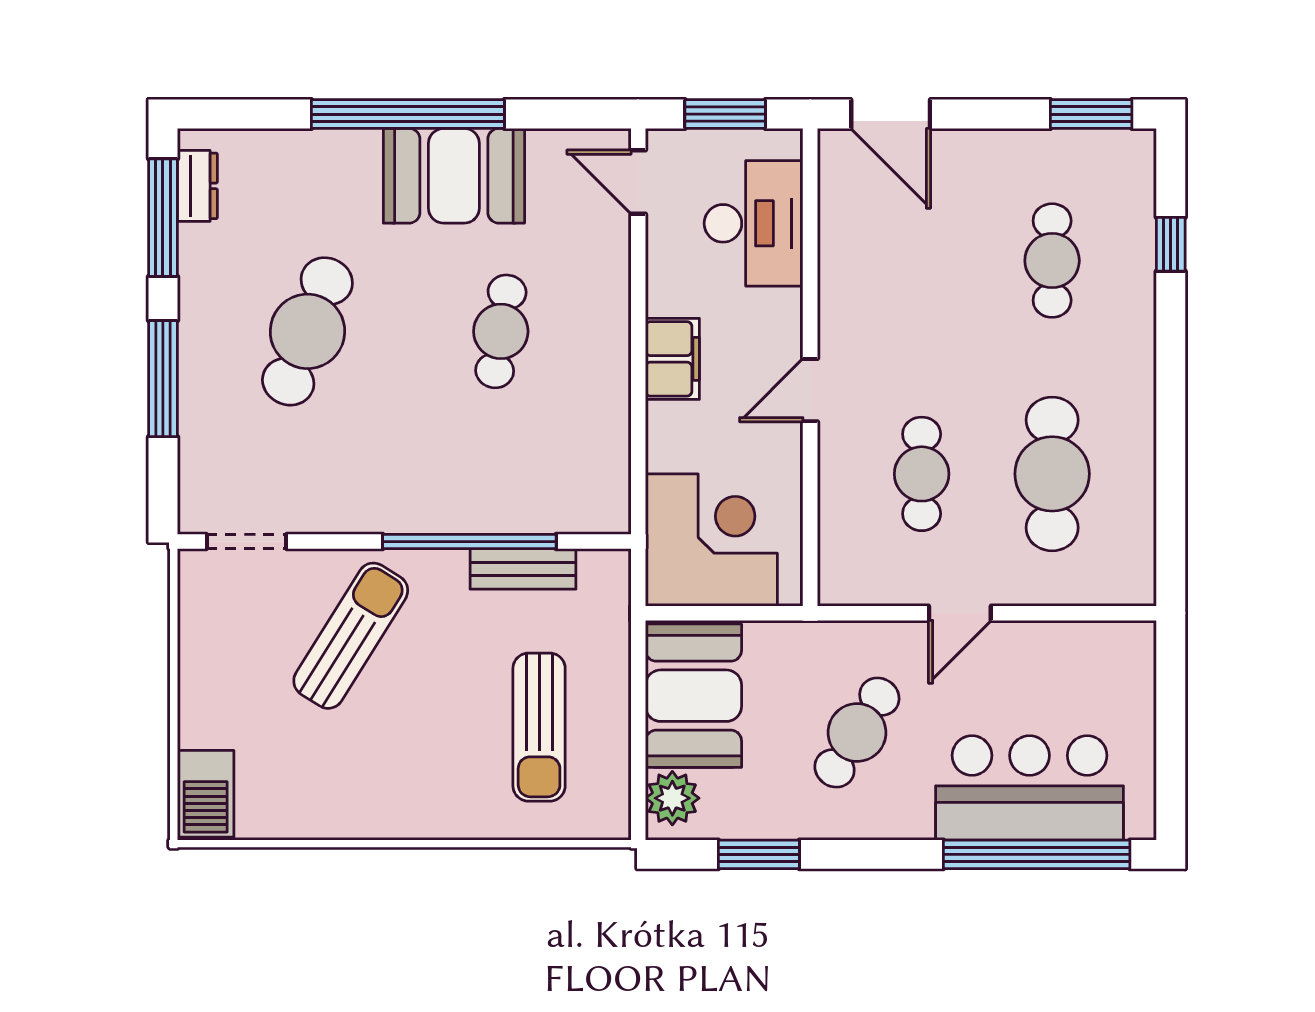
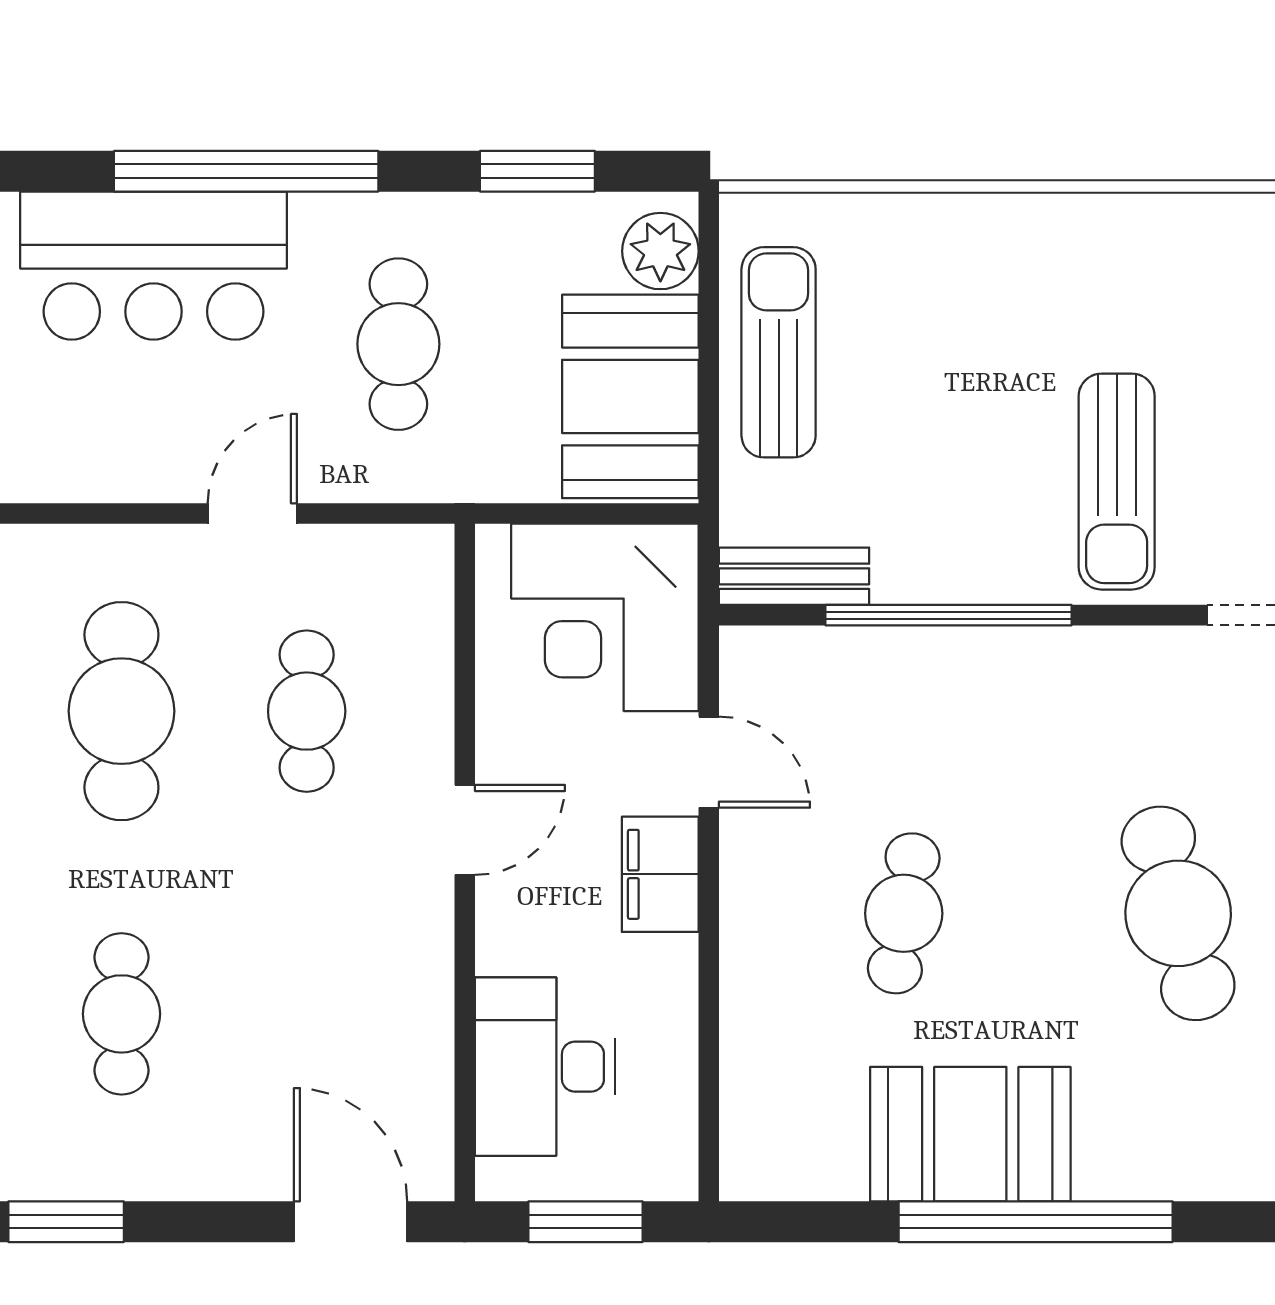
door: (638, 182) -> (709, 762), moved
cafe table: (307, 331) -> (1178, 913), turned -36
bench: (523, 569) -> (794, 576), moved
sun lounger: (351, 636) -> (1117, 482), turned -32
sun lounger: (539, 727) -> (779, 352), moved
cafe table: (857, 733) -> (398, 344), turned -32
window: (1037, 854) -> (246, 171), moved

